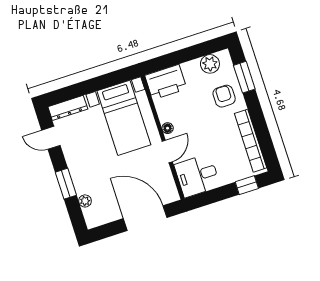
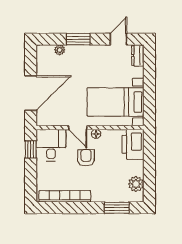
armchair: (224, 96) -> (86, 158), moved, turned -90
dresser: (68, 108) -> (138, 56), width x0.70
window: (247, 185) -> (31, 149), moved

